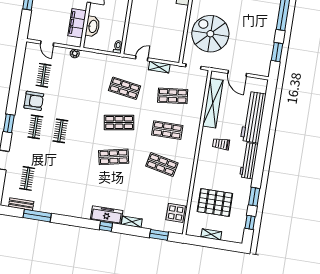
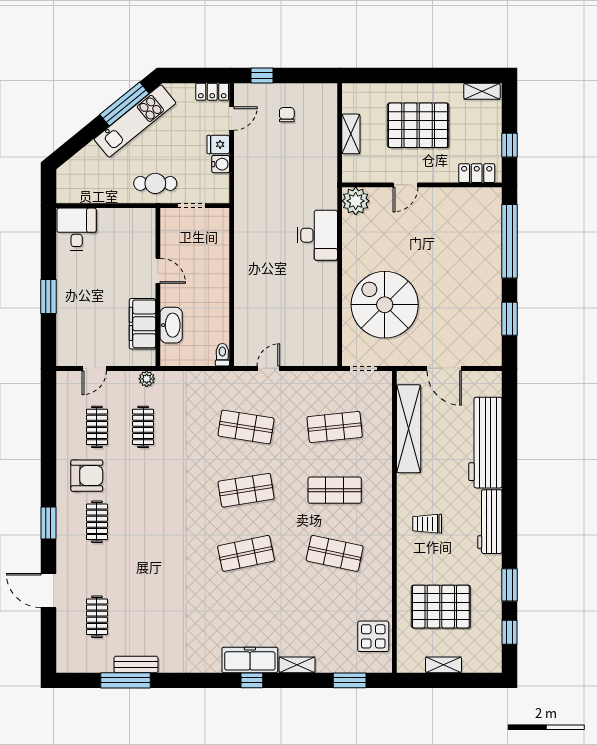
door: (47, 43) -> (94, 368), hinge flipped
shelving: (159, 67) -> (302, 379), removed
clothes rail: (60, 131) -> (143, 427), moved
trolley: (221, 144) -> (427, 524), moved
bench: (21, 204) -> (136, 664), moved

